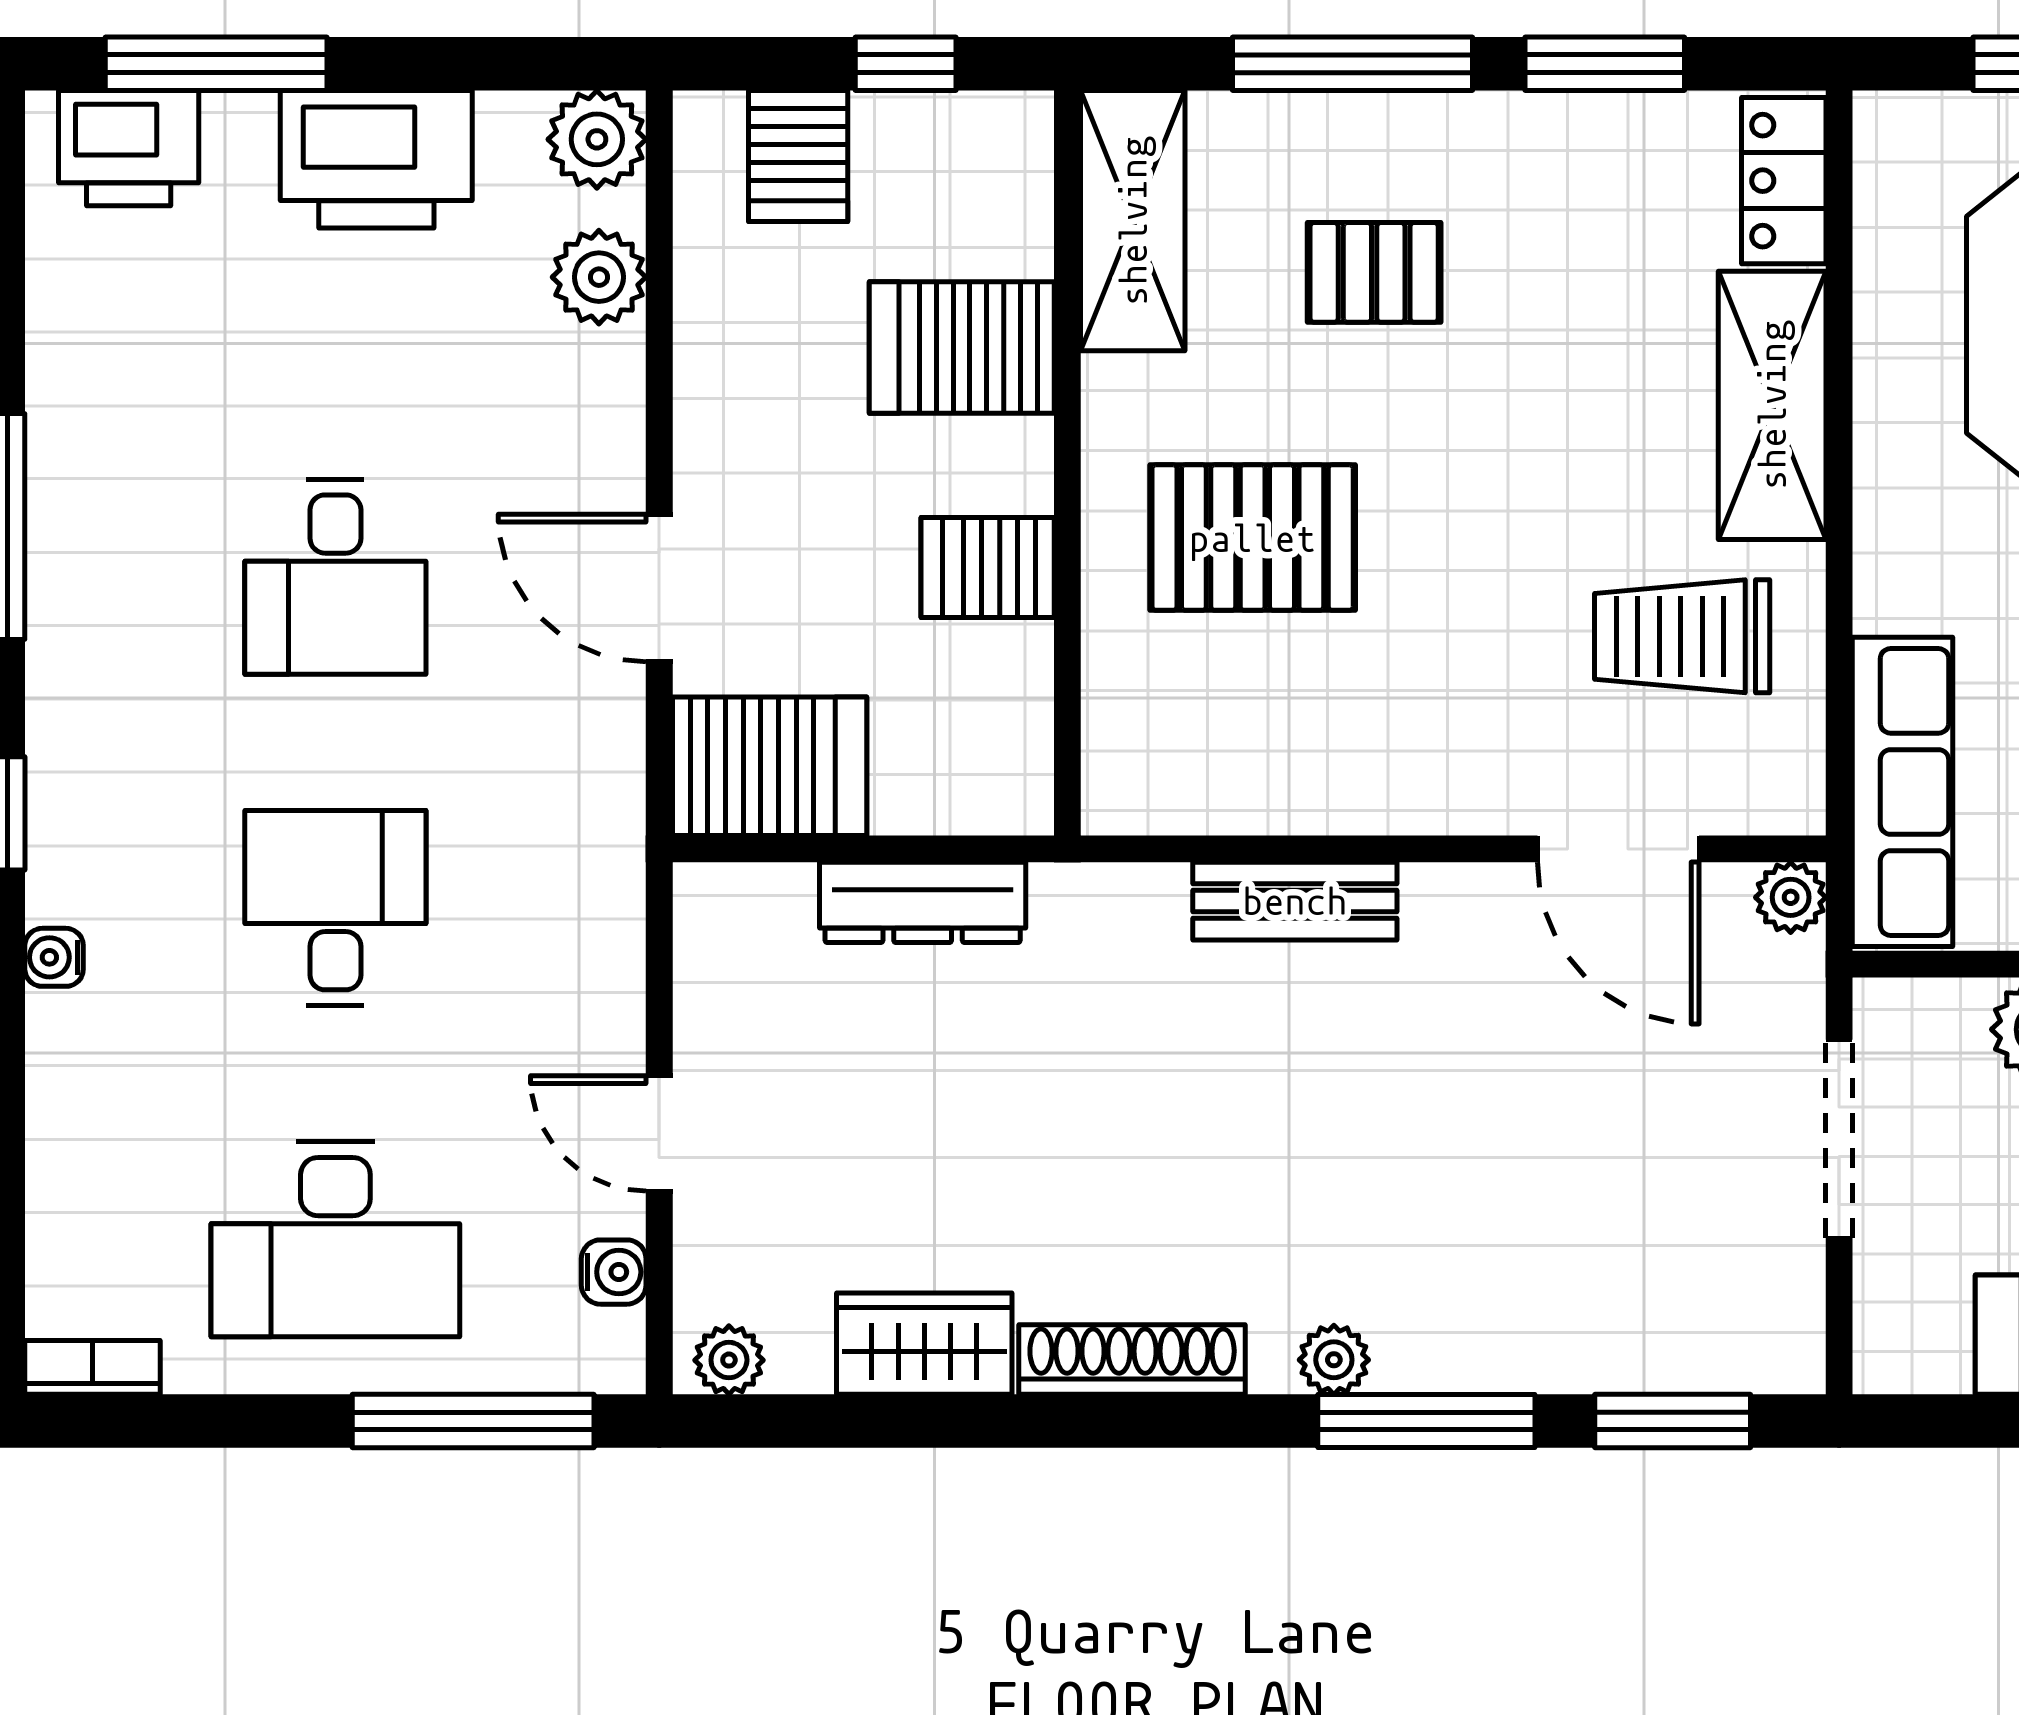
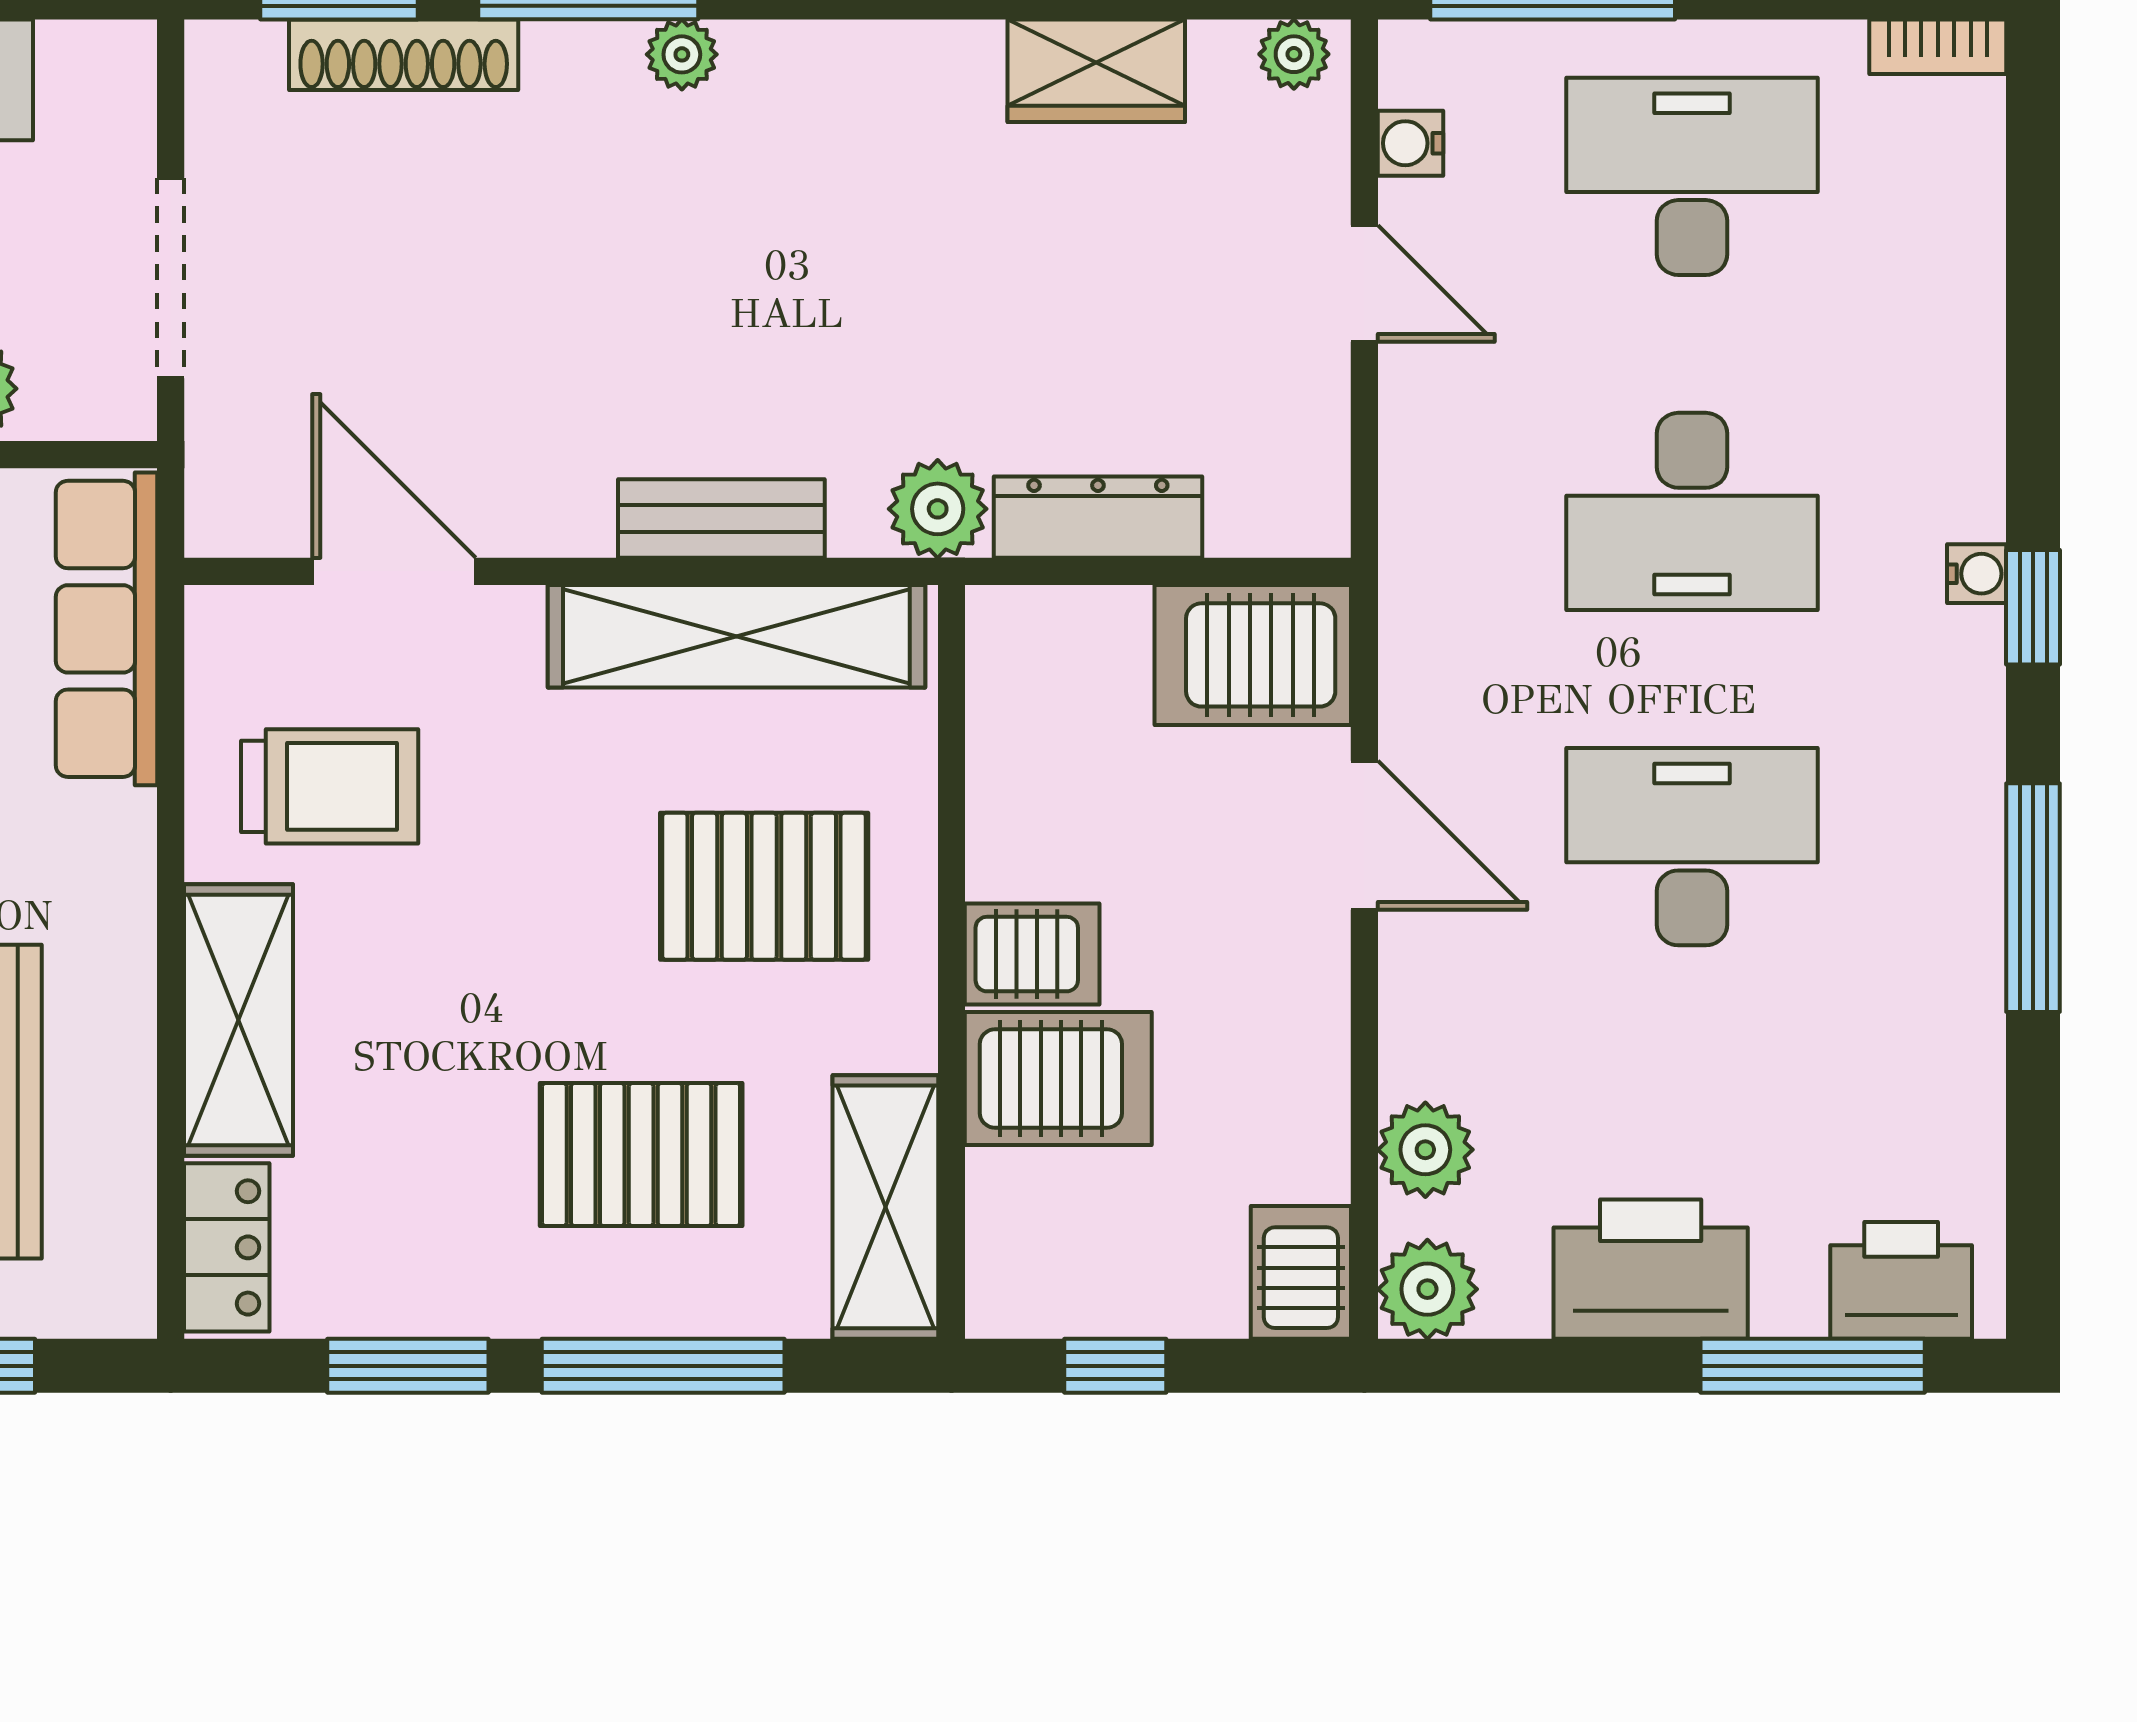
server rack: (798, 156) -> (1301, 1272), moved
pallet: (1374, 272) -> (641, 1155), width x1.50, depth x1.42
server rack: (988, 567) -> (1032, 954), moved
desk: (335, 577) -> (1692, 847), width x1.37
shelving: (1280, 785) -> (736, 636), added
plant: (1791, 897) -> (938, 509), moved, width x1.38, depth x1.38
desk: (335, 908) -> (1692, 511), width x1.37
water cooler: (54, 957) -> (1977, 574), moved
shoe rack: (1132, 1359) -> (404, 55), moved

